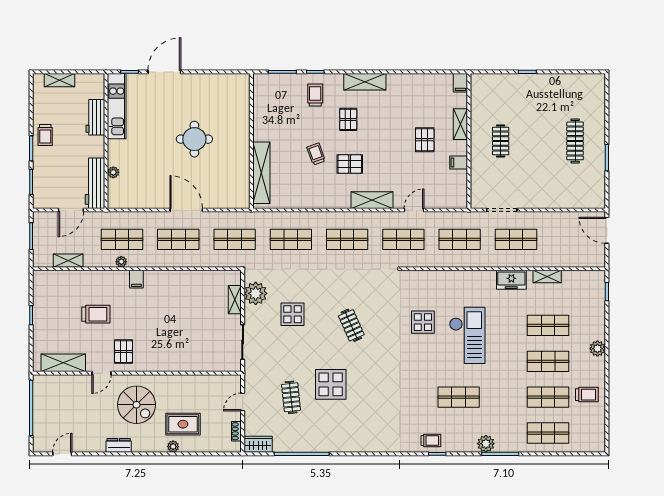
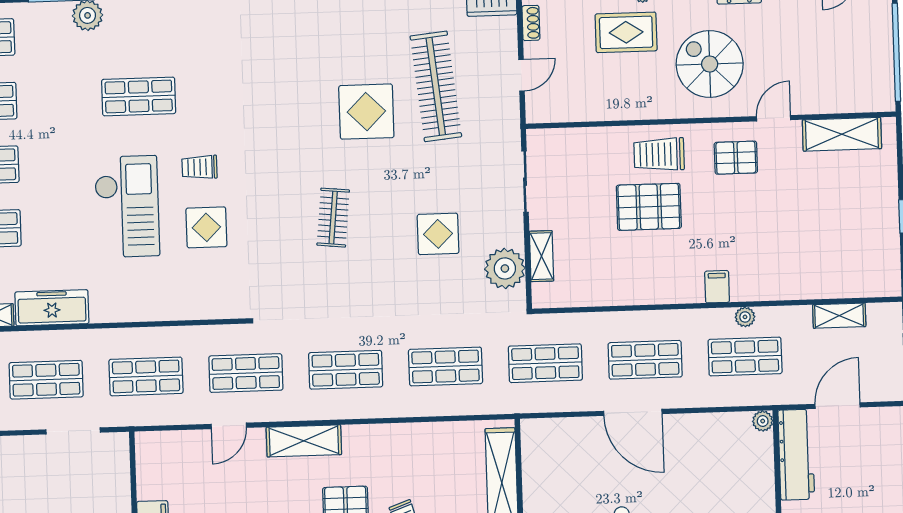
plant: (113, 172) -> (763, 421), moved
freezer: (511, 280) -> (52, 308), width x1.40
trolley: (96, 314) -> (659, 154), moved
pallet: (173, 325) -> (649, 207), added
clothes rail: (351, 325) -> (333, 218), turned 30
checkout: (467, 335) -> (127, 207), turned 180
pallet: (123, 352) -> (736, 158), turned 90
clothes rail: (291, 397) -> (436, 86), width x1.86, depth x1.31
trolley: (431, 440) -> (200, 167), moved

